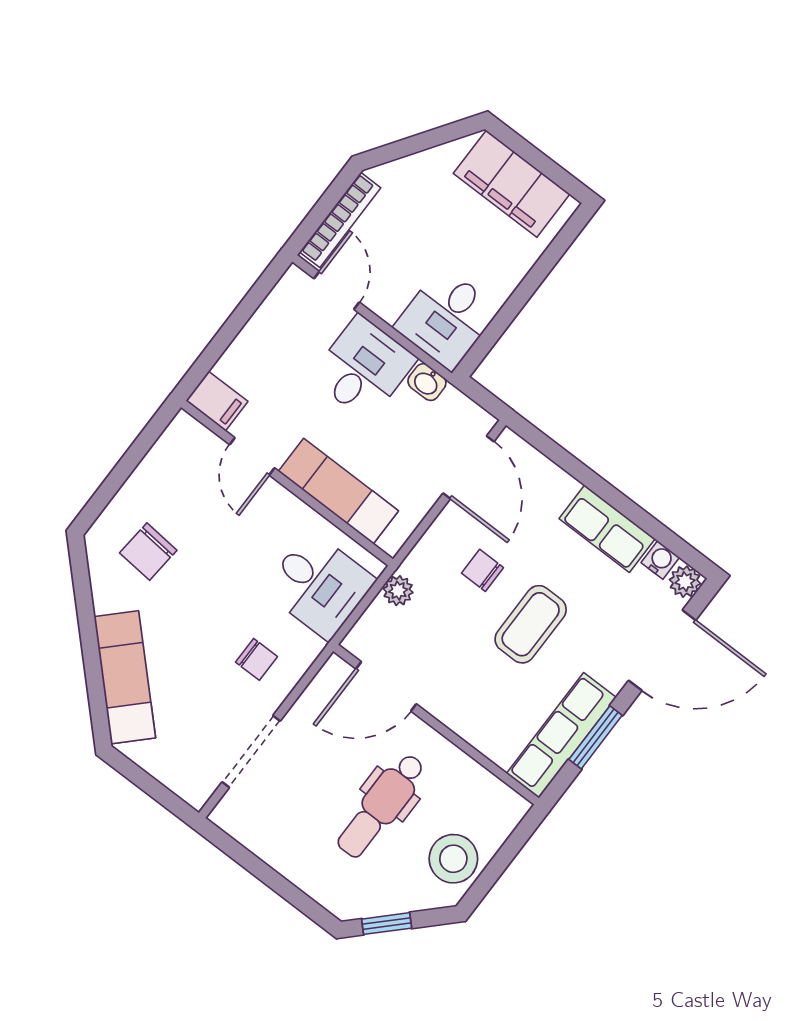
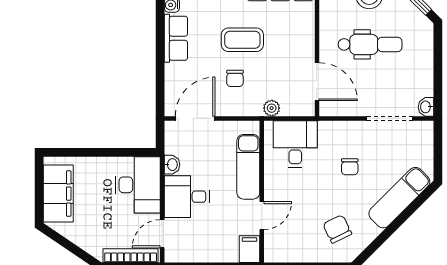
desk: (447, 318) -> (138, 185), width x1.37
chair: (148, 552) -> (337, 229), turned -121
chair: (256, 659) -> (350, 167), moved, turned 180
washbasin: (228, 817) -> (426, 107), added

